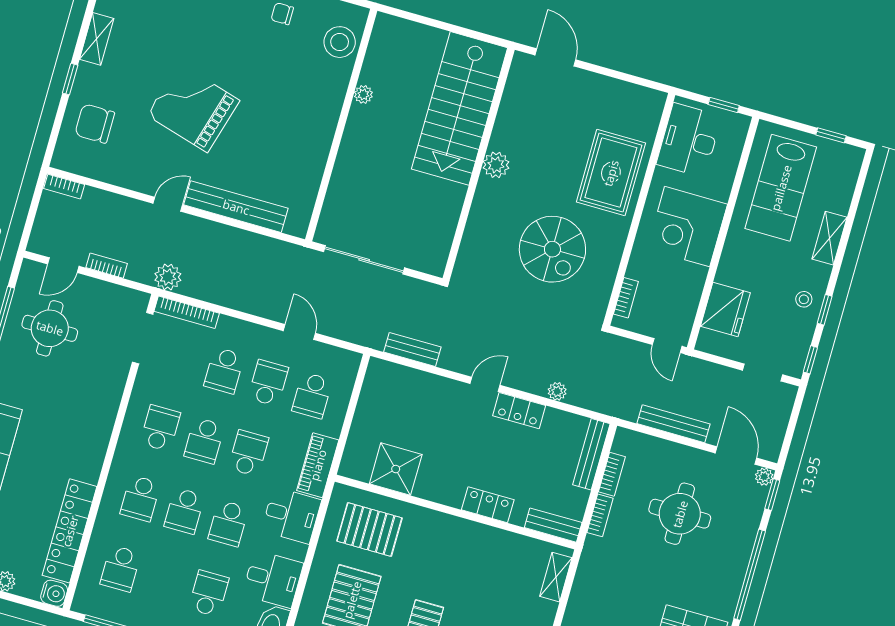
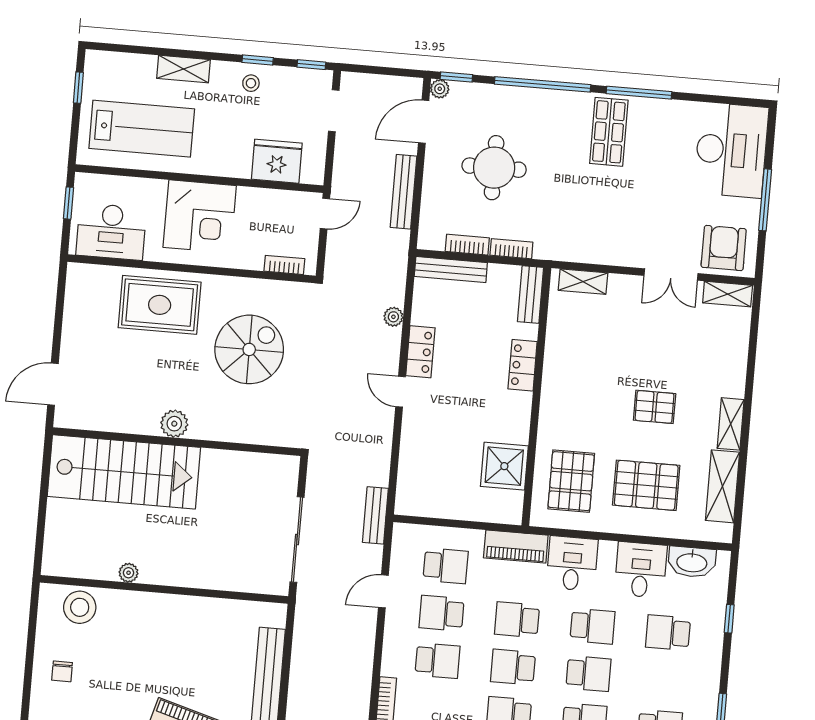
bench: (412, 349) -> (375, 515), moved
school desk: (204, 441) -> (513, 667), turned 180

